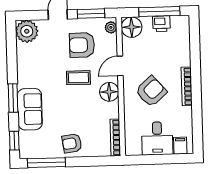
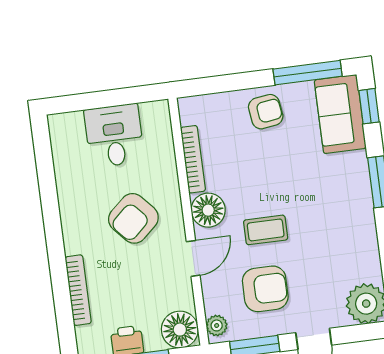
bookcase: (187, 86) -> (78, 290), moved
sofa: (30, 109) -> (340, 114), moved
bookcase: (115, 138) -> (193, 159), moved
filing cabinet: (180, 146) -> (72, 127), removed

